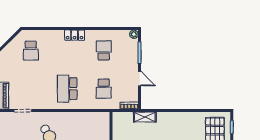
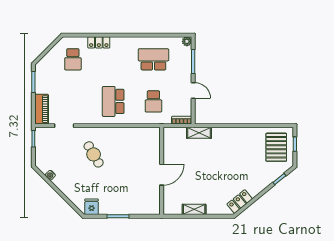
locker: (75, 35) -> (99, 42), moved
school desk: (104, 51) -> (153, 59), width x1.85

